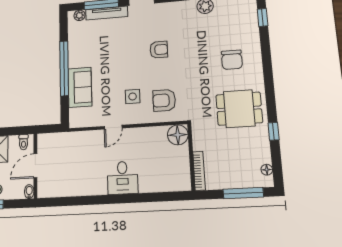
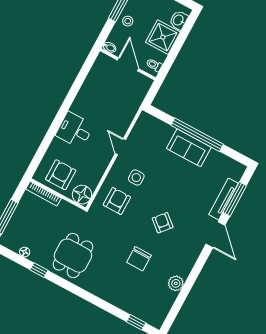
plant: (79, 15) -> (237, 175), removed
armchair: (159, 50) -> (163, 223), turned 131
chair: (232, 60) -> (139, 259), moved, turned -90
sofa: (80, 87) -> (189, 148), moved
armchair: (171, 165) -> (61, 175), added
floor lamp: (267, 170) -> (25, 252), moved

